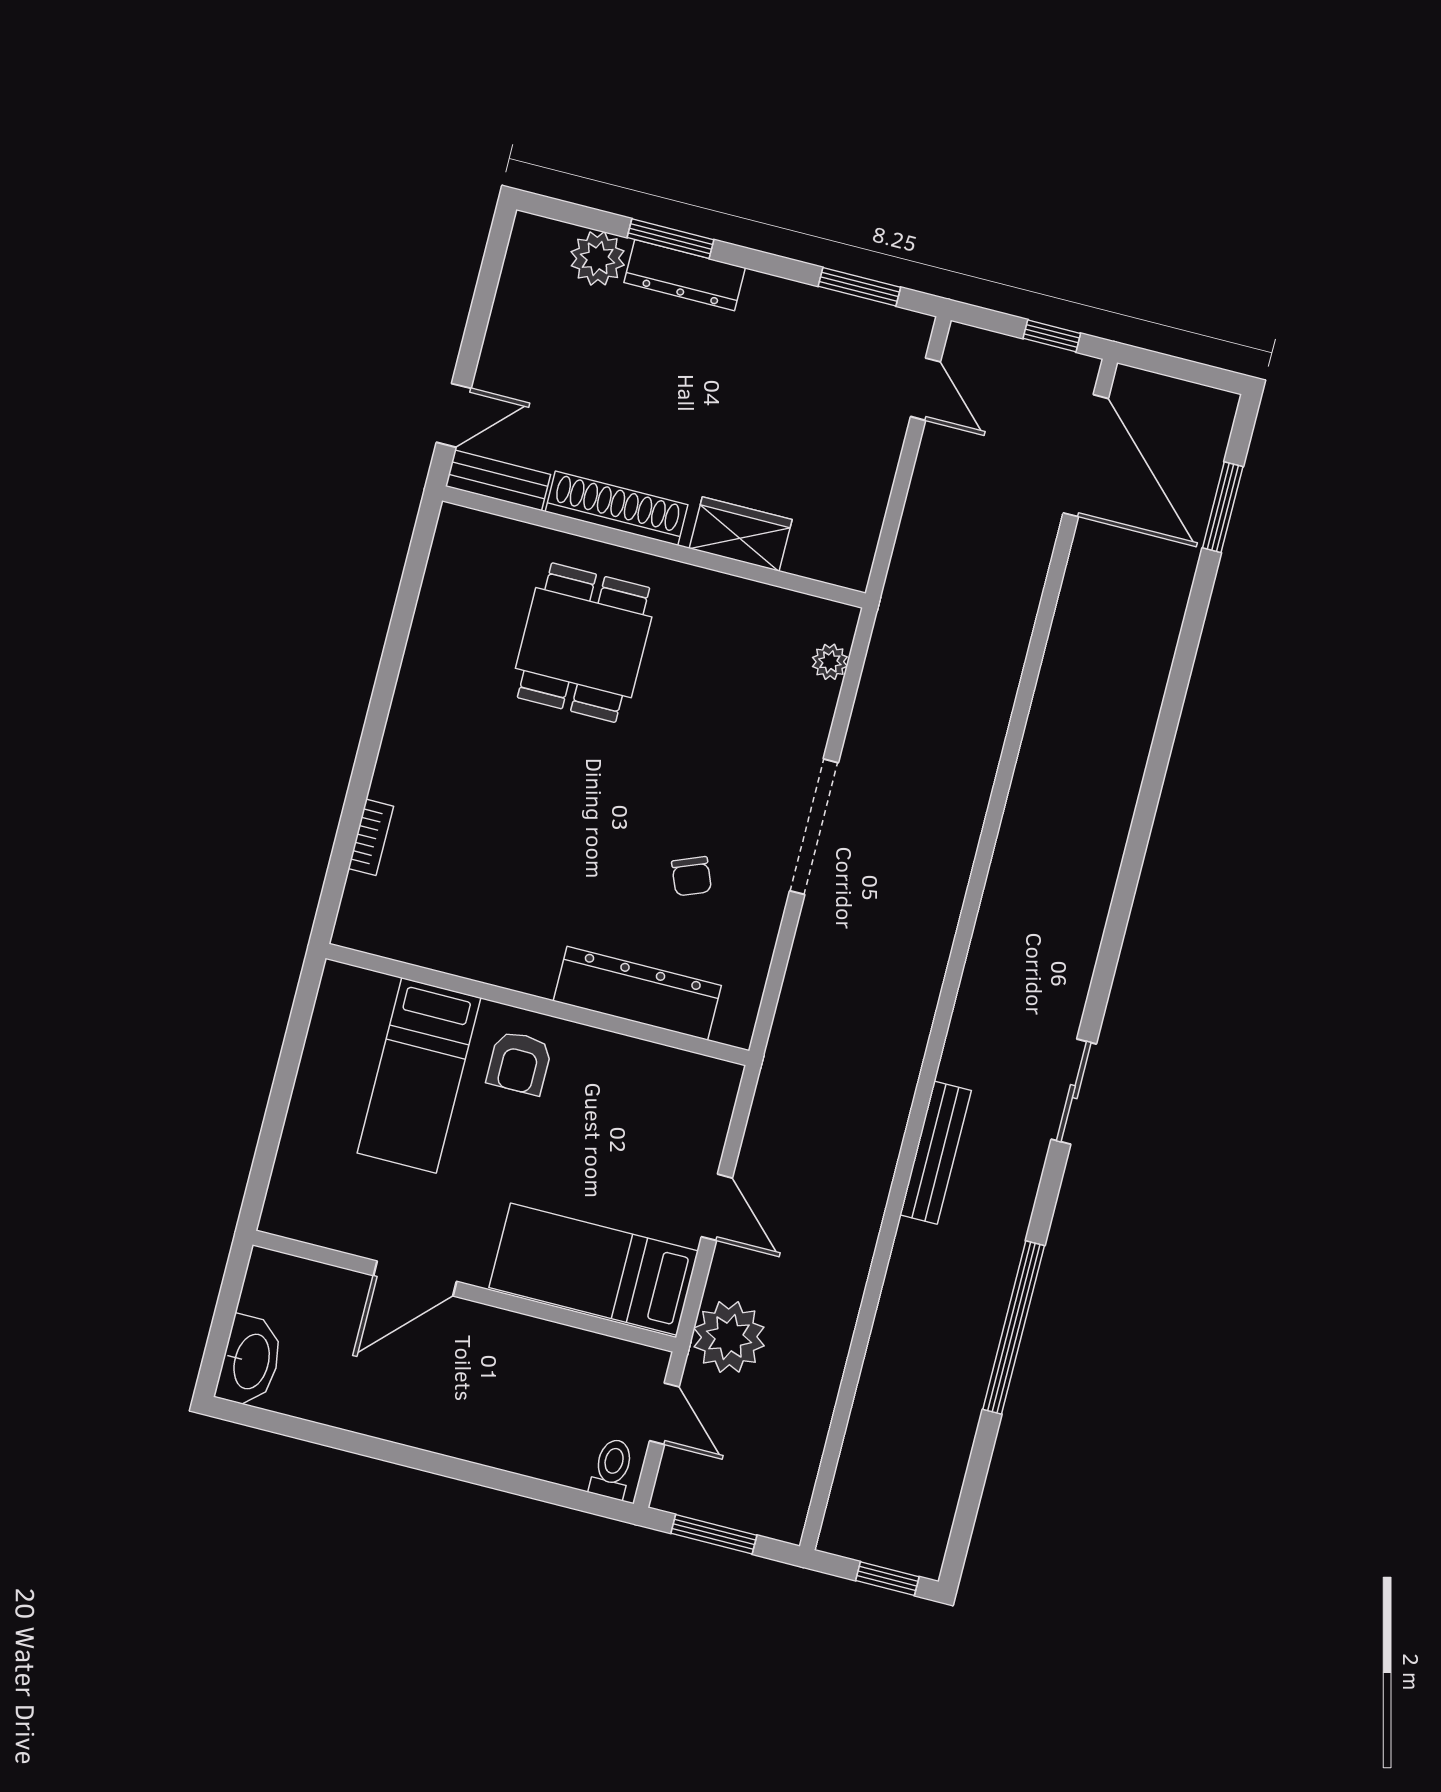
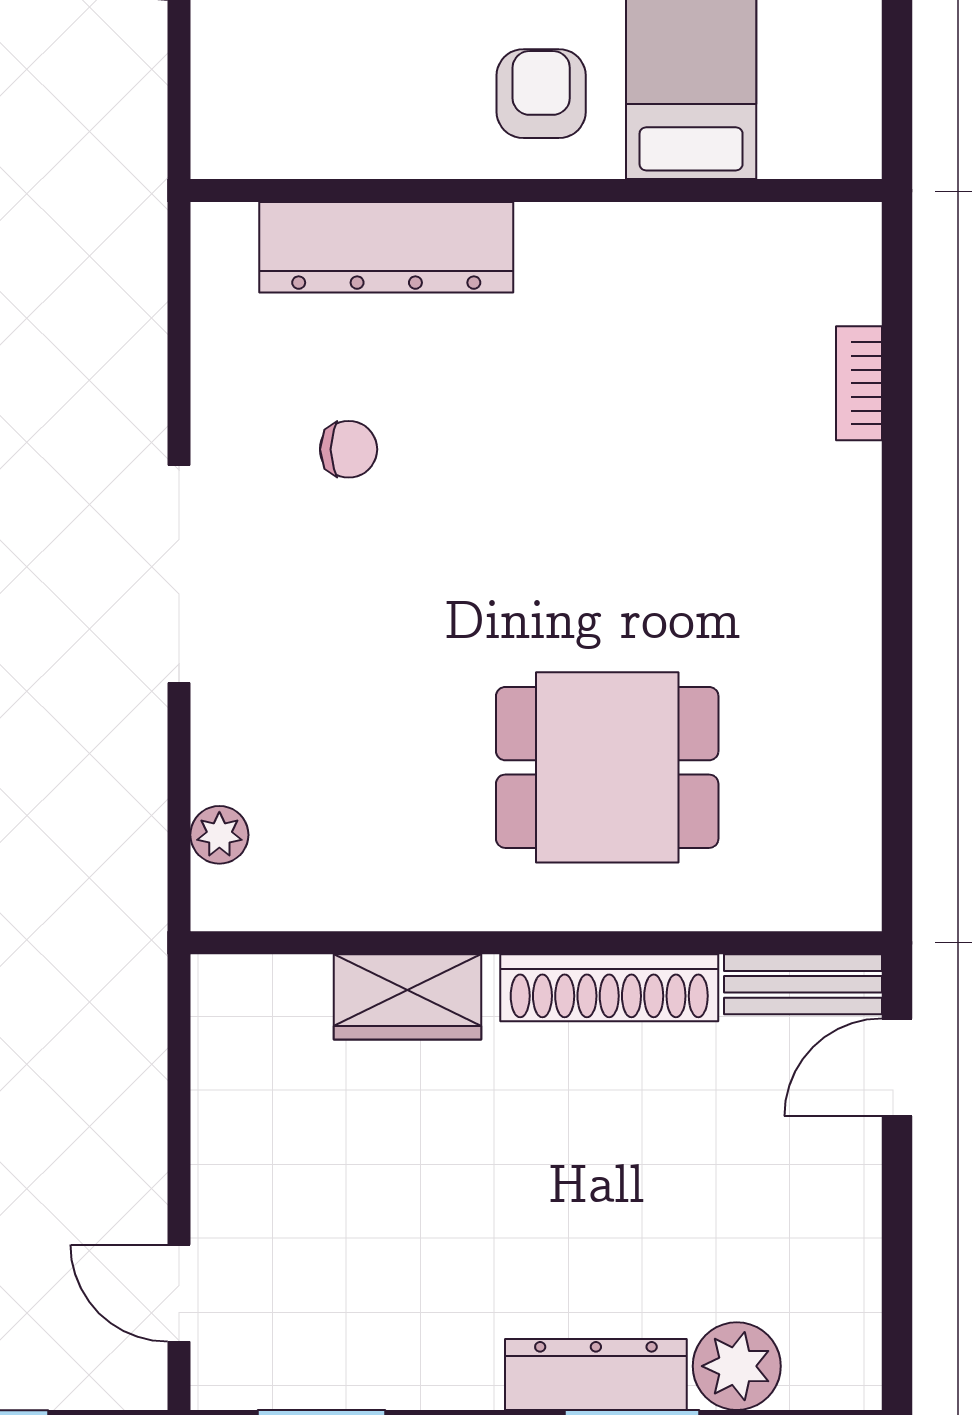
dining table: (584, 643) -> (607, 767), turned 90
chair: (692, 876) -> (349, 449), turned 112

